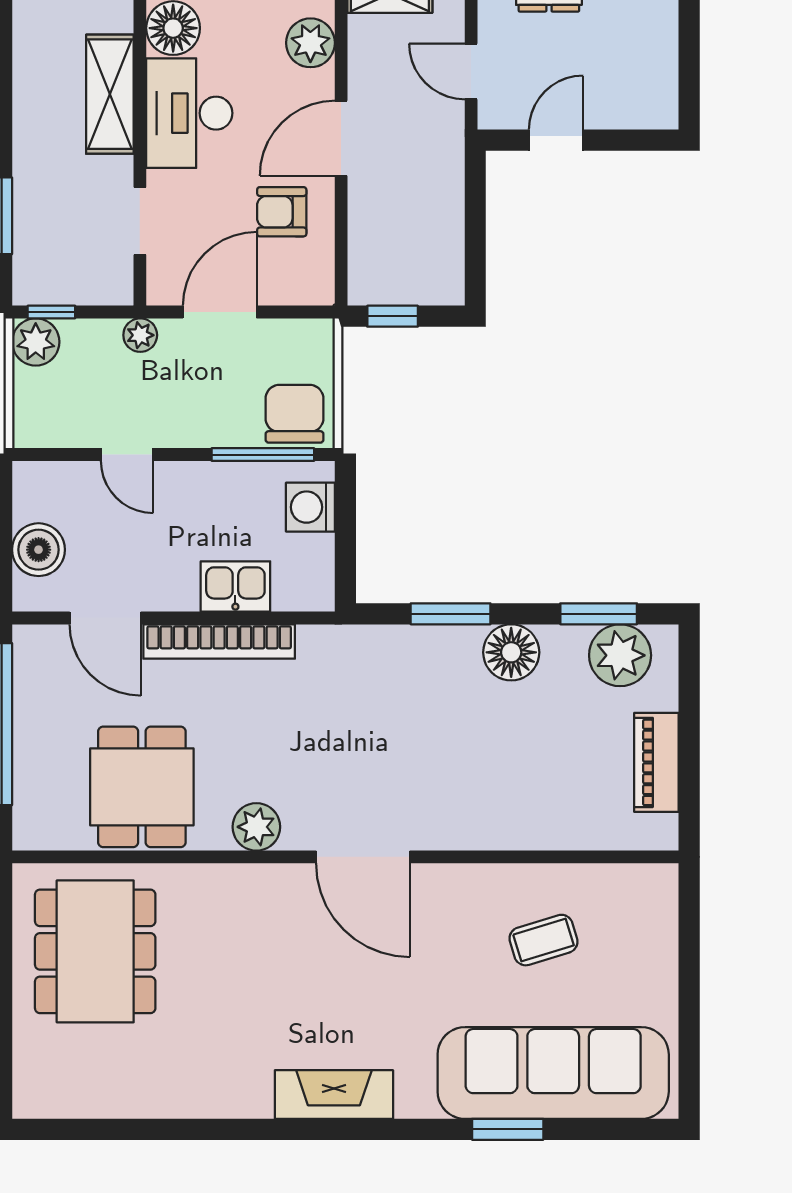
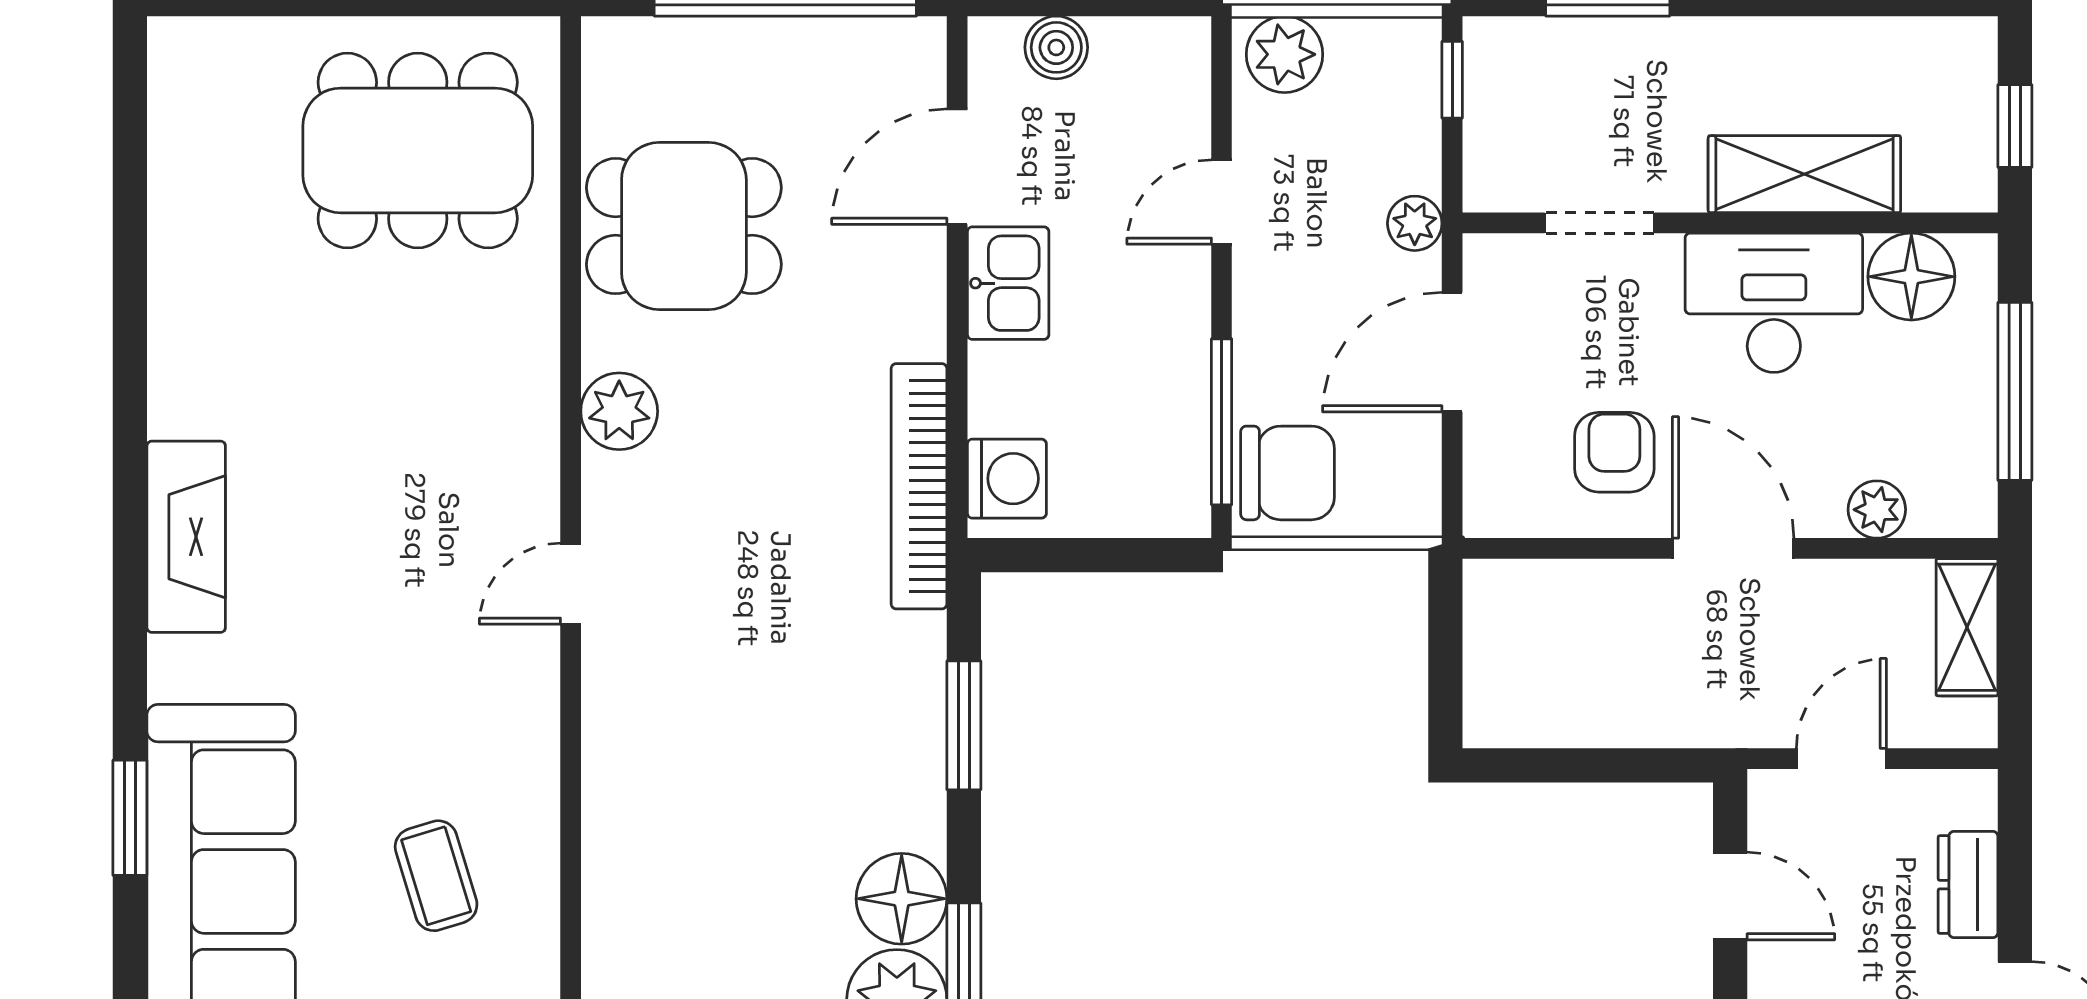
plant: (310, 43) -> (1877, 510), width x0.73, depth x0.73
door: (220, 312) -> (1452, 352), swing flipped
window: (393, 316) -> (1445, 632), removed
plant: (36, 342) -> (1284, 54), moved
washing machine: (310, 507) -> (1007, 479), moved, turned 90
boiler: (39, 550) -> (1056, 47), width x0.73, depth x0.73
kitchen sink: (235, 586) -> (1008, 283), moved
bookcase: (219, 641) -> (919, 486), moved
floor lamp: (511, 652) -> (902, 899), moved
door: (363, 857) -> (571, 584), width x0.53

